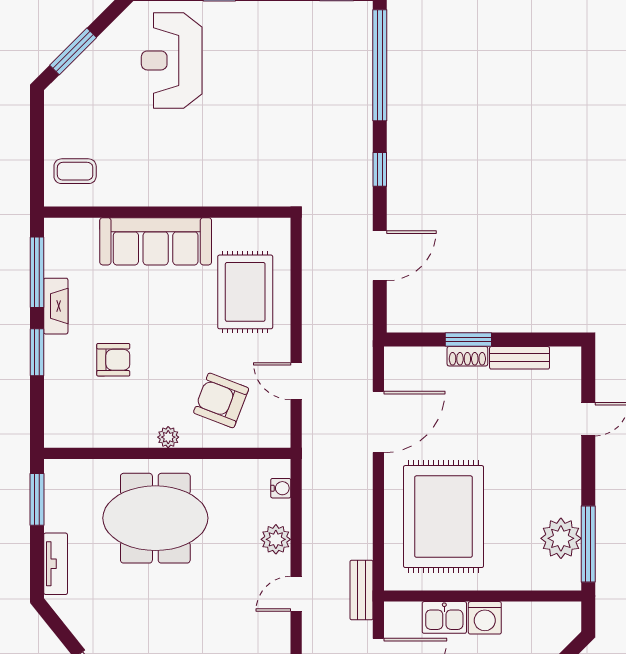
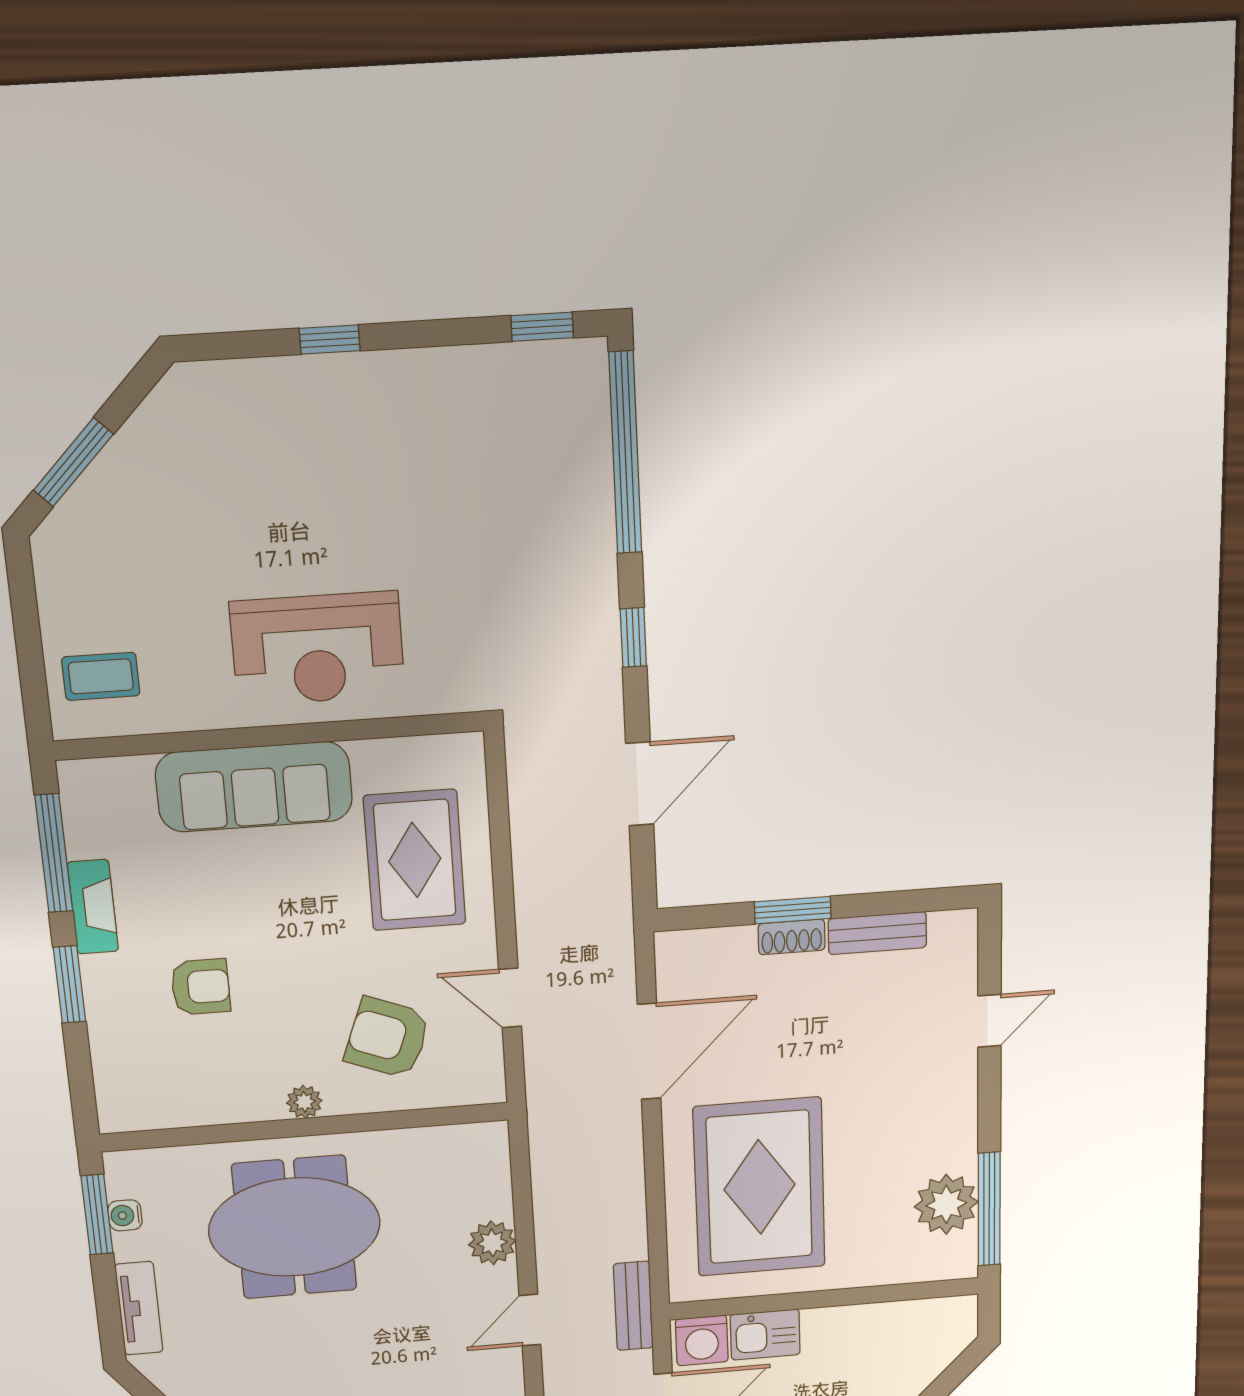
reception desk: (172, 60) -> (318, 649), moved, turned -90
water cooler: (281, 488) -> (125, 1215), moved, turned 180
washing machine: (485, 618) -> (702, 1340), moved

